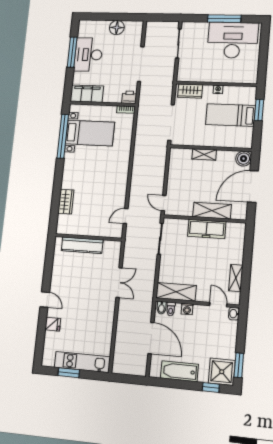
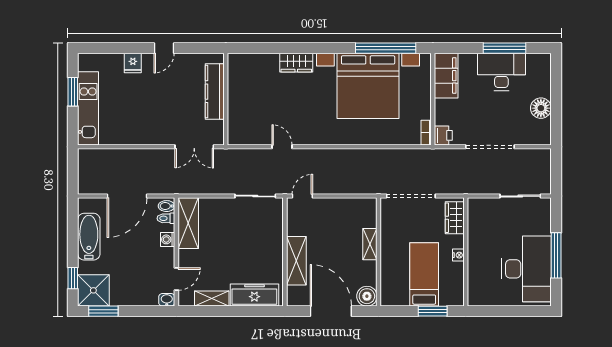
bed with nightstands: (90, 133) -> (368, 86), width x1.85
freezer: (207, 229) -> (254, 295), moved, turned 90
wall: (88, 237) -> (226, 99), moved
kitchen counter: (82, 245) -> (215, 92), moved

